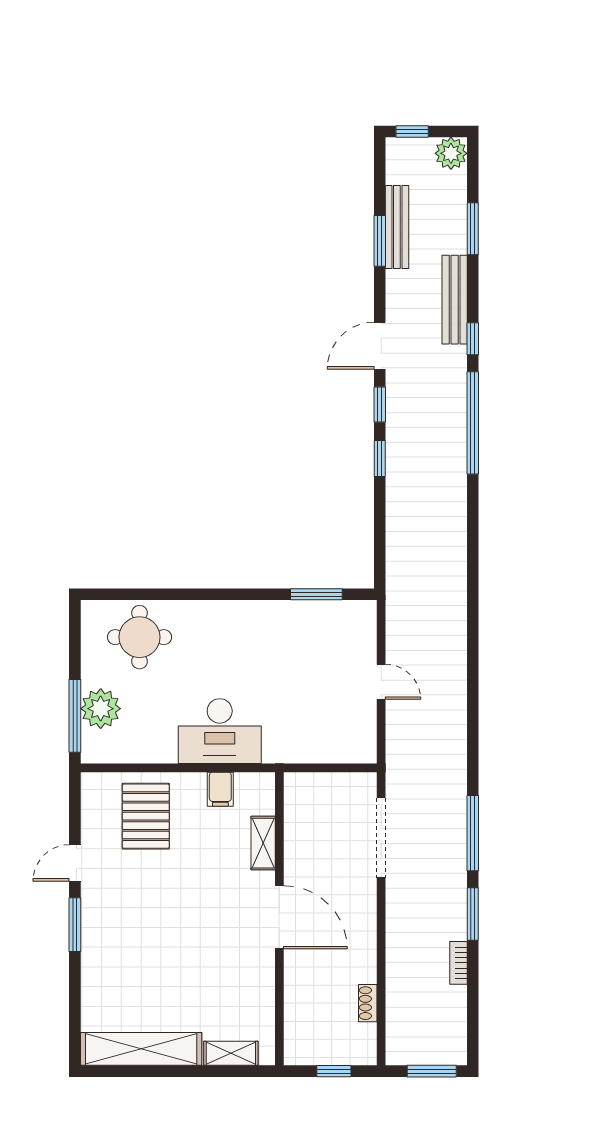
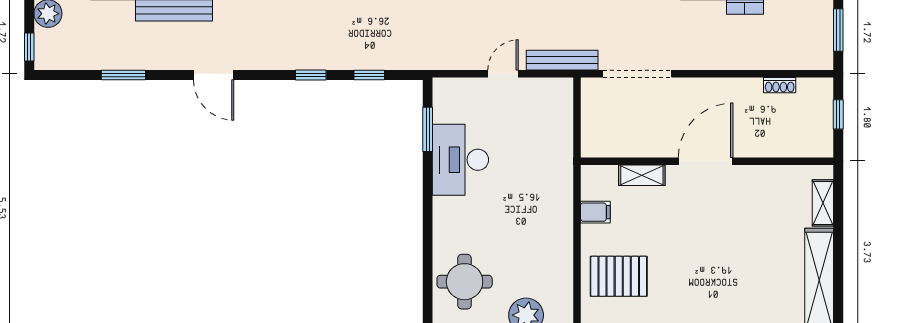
bench: (397, 227) -> (562, 60), moved
window: (380, 405) -> (369, 75), moved
desk: (220, 731) -> (460, 160), moved, turned 180

